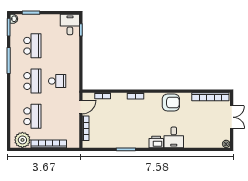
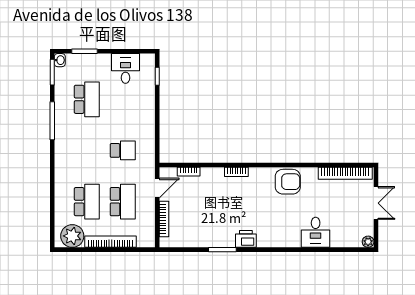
desk: (70, 24) -> (126, 68), moved
school desk: (32, 81) -> (123, 202), moved
desk: (174, 137) -> (316, 232), moved
printer: (156, 142) -> (246, 239), moved

